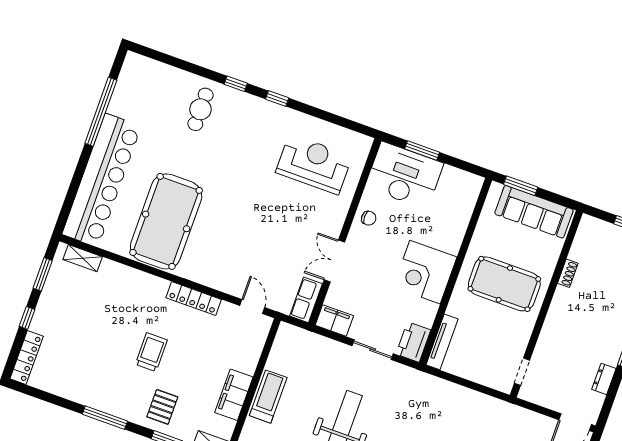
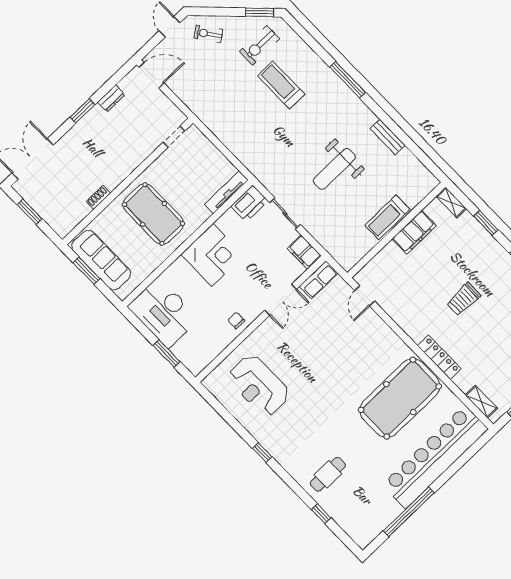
window: (236, 84) -> (321, 514), moved
desk: (404, 175) -> (163, 312), moved
window: (521, 186) -> (87, 271), moved
locker: (194, 299) -> (439, 357), moved
pallet: (162, 407) -> (476, 251), removed

